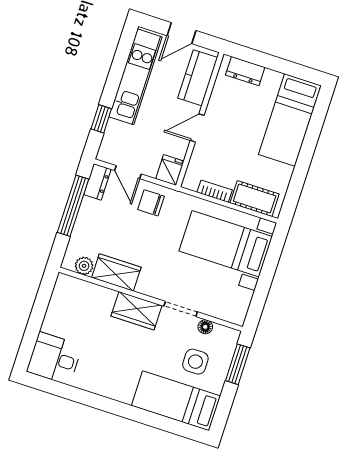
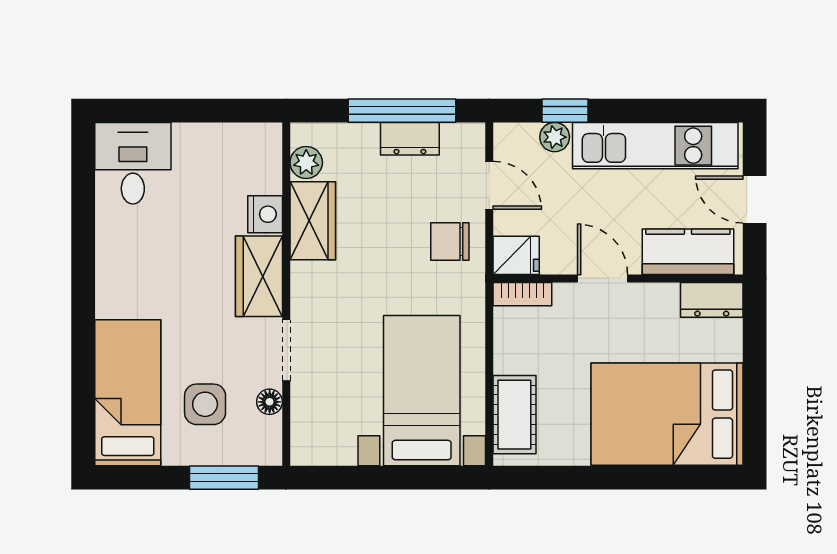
dresser: (245, 71) -> (712, 300), moved, turned -90
bed: (290, 120) -> (667, 414), width x1.50
plant: (114, 129) -> (555, 137), added
door: (128, 172) -> (489, 185), swing flipped
dresser: (97, 182) -> (410, 139), moved
bookcase: (215, 191) -> (522, 294), moved, turned 90
chair: (151, 203) -> (450, 241), turned -90
nightstand: (104, 297) -> (265, 214), added

